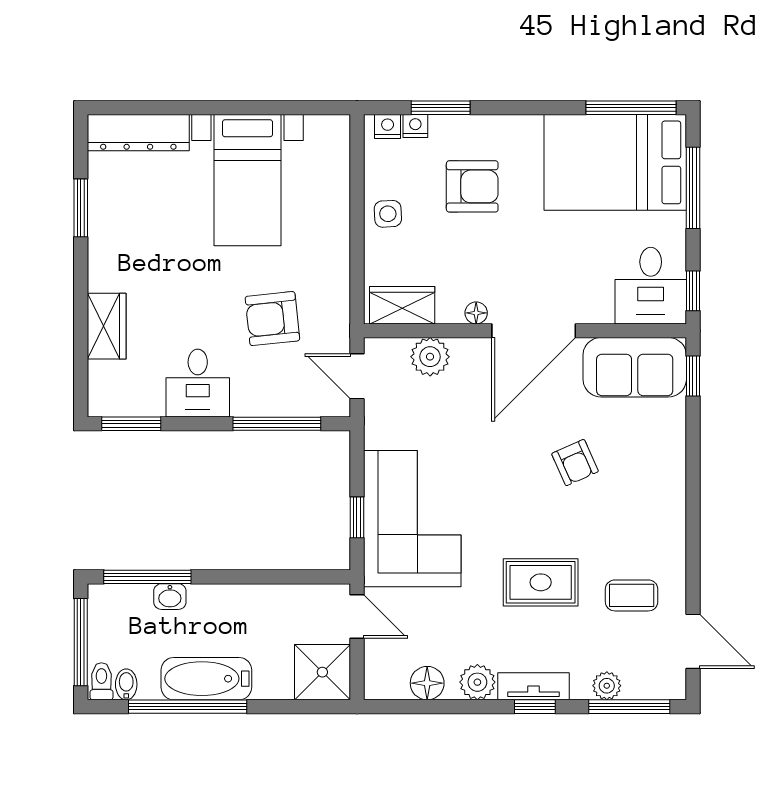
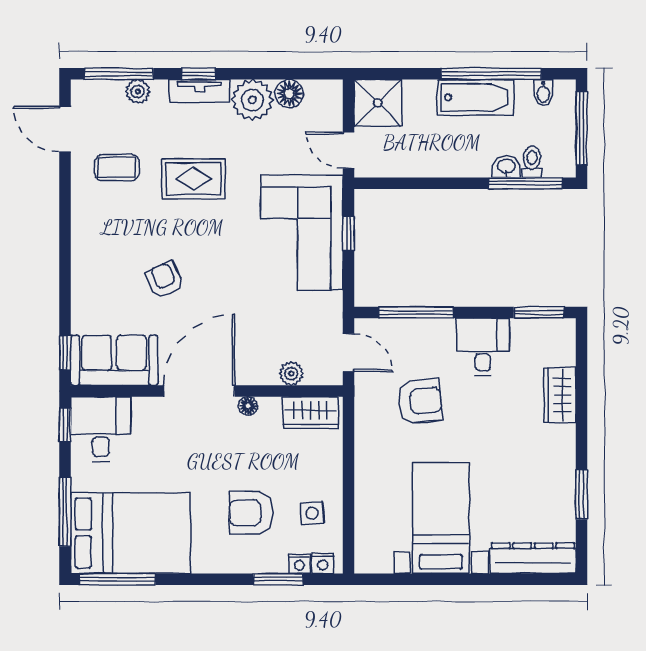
side table: (388, 214) -> (312, 513), moved
plant: (430, 357) -> (291, 374), width x0.73, depth x0.73
toilet: (101, 681) -> (532, 162), moved, turned 180
plant: (477, 682) -> (252, 100), width x1.36, depth x1.36

